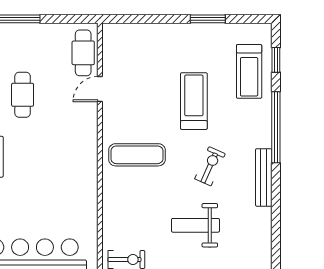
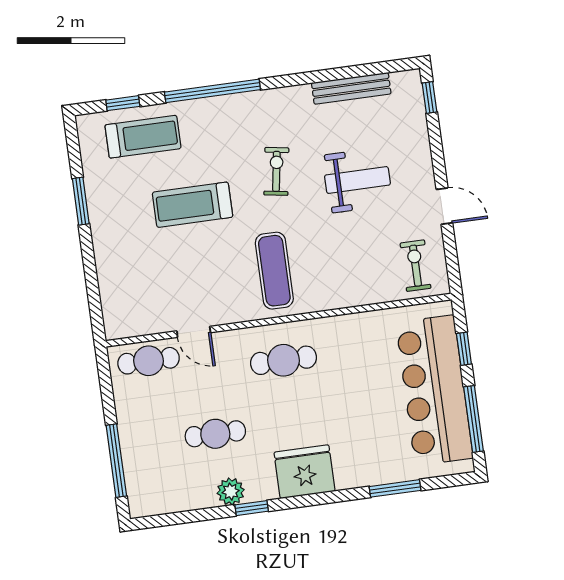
cafe table: (70, 152) -> (283, 360), added
exercise bike: (210, 166) -> (276, 171), turned 75
bench: (264, 177) -> (351, 88), moved
weight bench: (195, 225) -> (357, 180), turned -90

